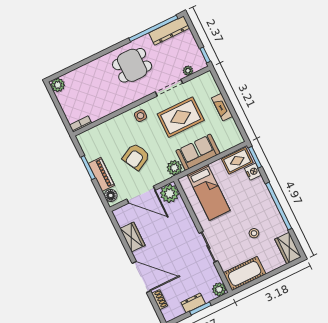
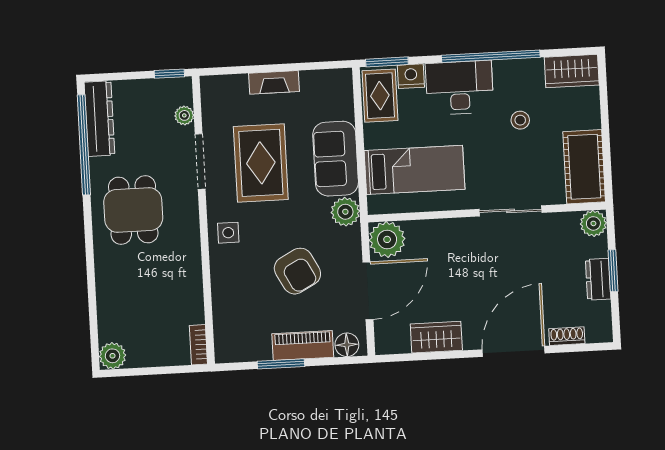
desk: (257, 197) -> (460, 88), added

